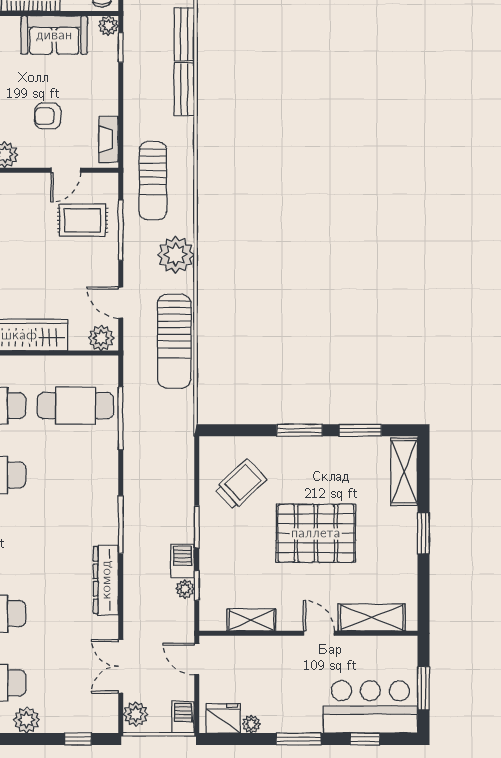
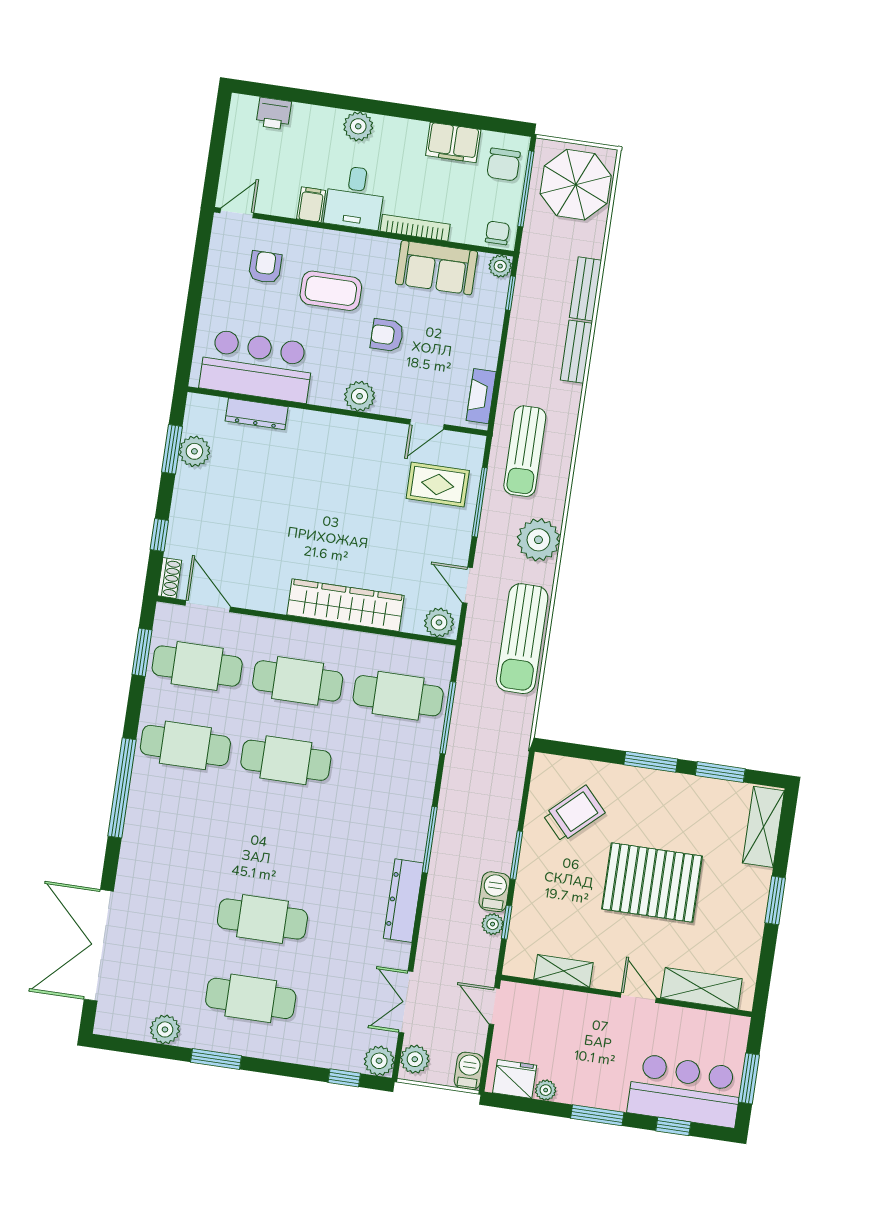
armchair: (48, 116) -> (387, 335), moved
plant: (26, 720) -> (379, 1061), moved

